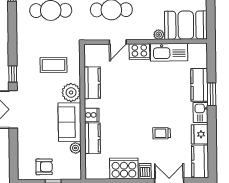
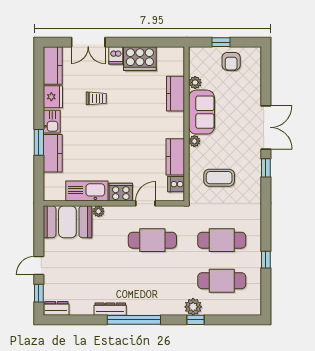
plant: (71, 92) -> (194, 141), width x0.53, depth x0.53
cooker: (92, 115) -> (176, 184), moved
armchair: (44, 167) -> (231, 61), turned -90

